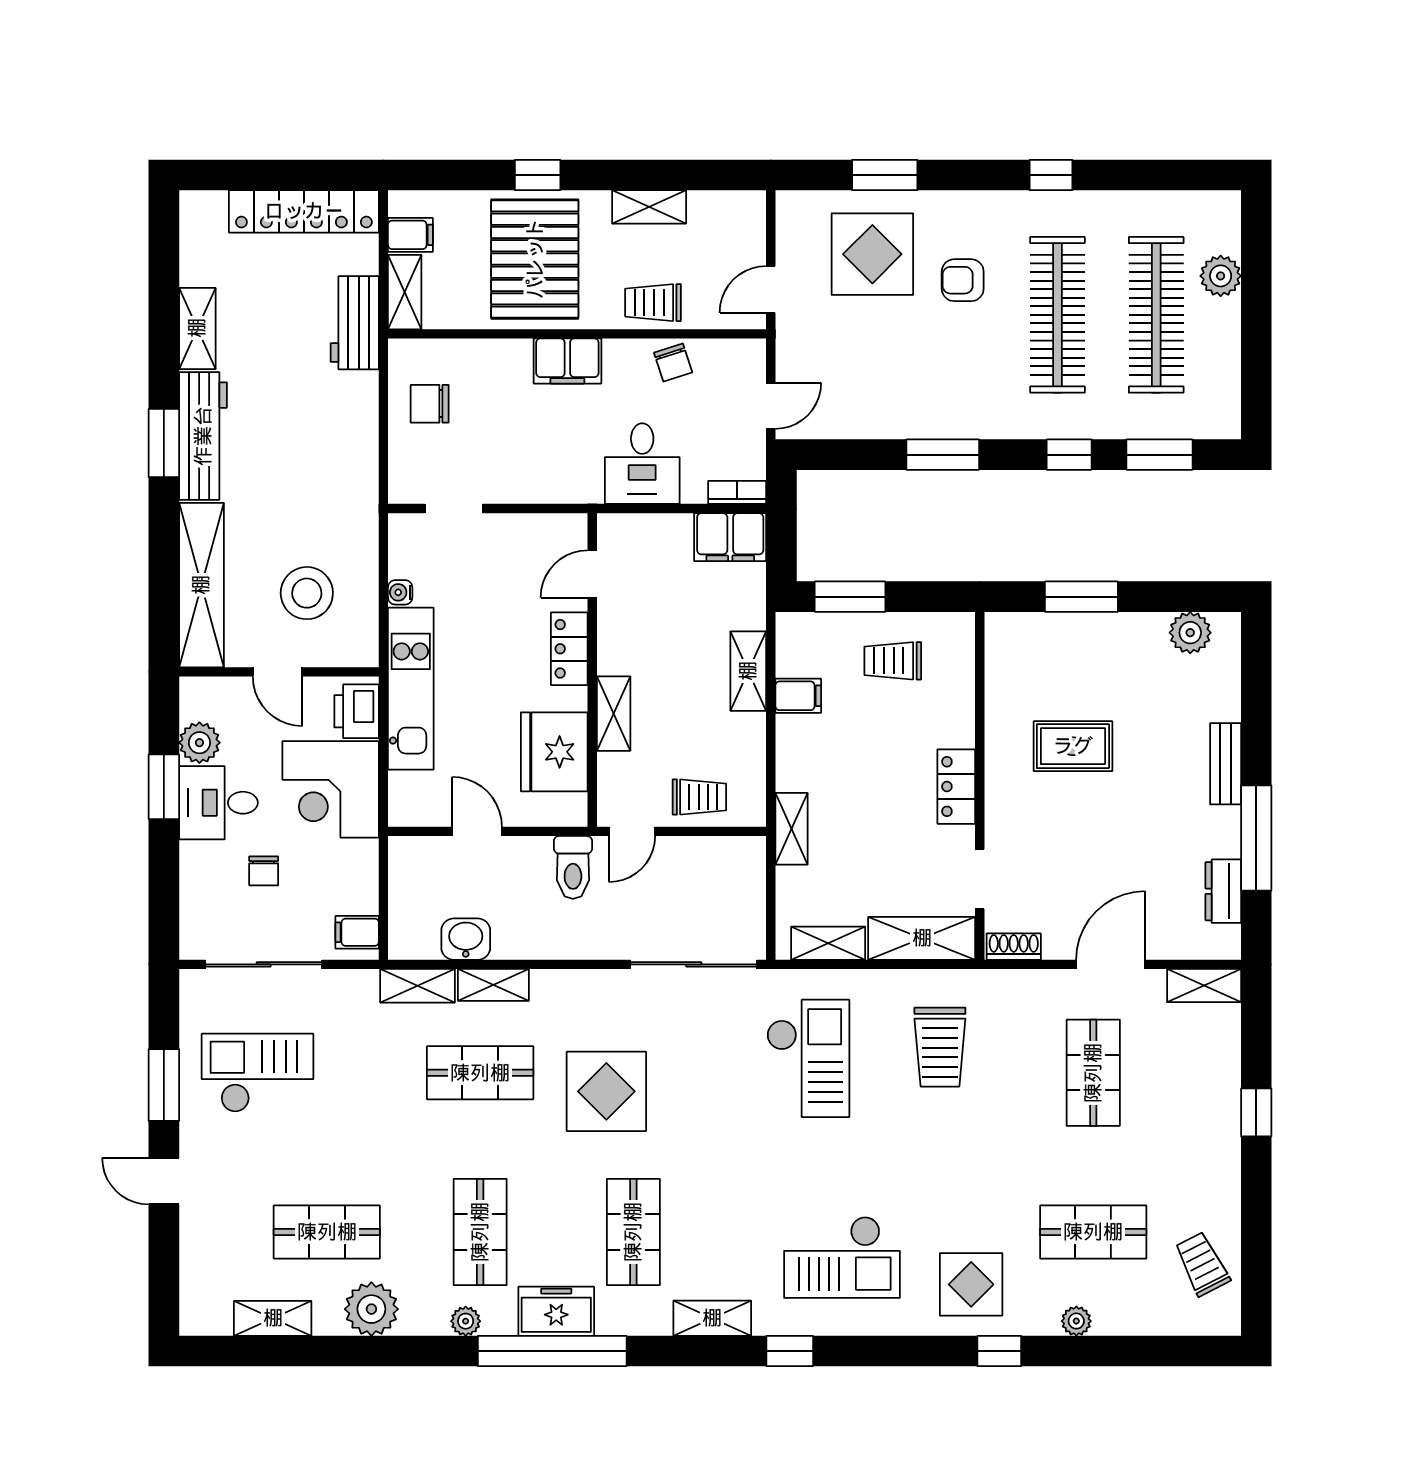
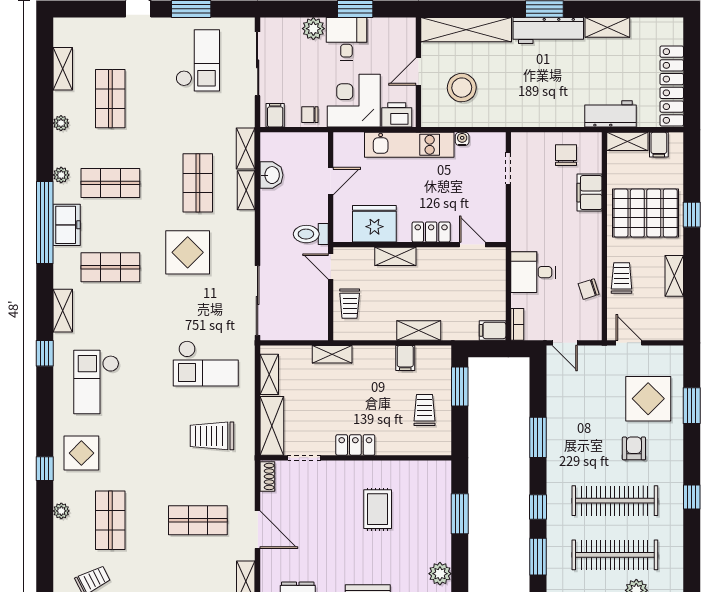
filing cabinet: (567, 361) -> (589, 193), moved
filing cabinet: (730, 537) -> (493, 330), width x0.50
plant: (199, 743) -> (313, 29), moved
chair: (264, 871) -> (310, 115), moved
plant: (371, 1309) -> (61, 123), width x0.53, depth x0.53

